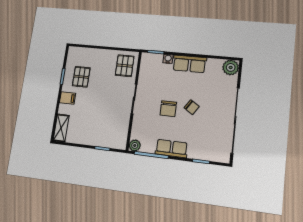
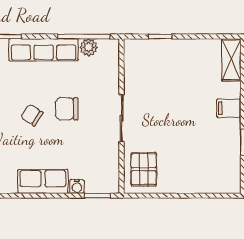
pallet: (81, 77) -> (212, 145), removed
chair: (168, 109) -> (67, 109), turned -90
plant: (135, 145) -> (89, 47), moved
row of seats: (171, 148) -> (44, 50), width x1.48

